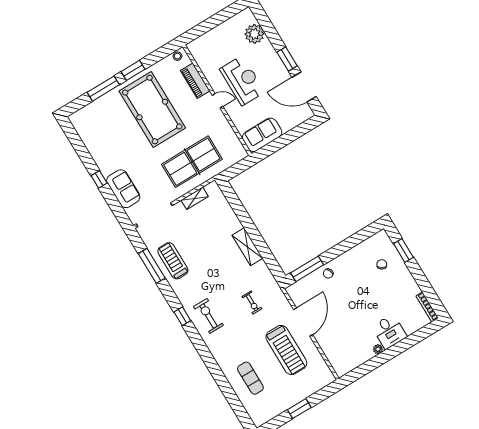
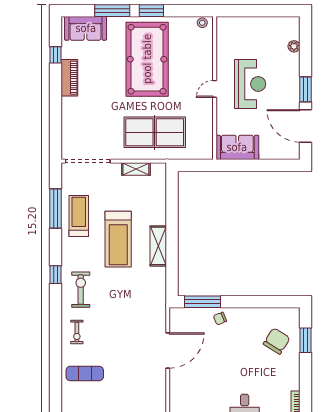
plant: (254, 34) -> (294, 46), width x0.53, depth x0.53
piano: (195, 81) -> (69, 78), moved, turned 180
door: (218, 101) -> (215, 89), swing flipped
window: (99, 179) -> (56, 55), moved
sofa: (123, 189) -> (86, 28), moved, turned 90
chair: (382, 264) -> (277, 341), width x1.87, depth x1.87
exercise bike: (252, 303) -> (77, 332), moved
treadmill: (286, 350) -> (118, 239), moved
exercise mat: (250, 378) -> (85, 373), turned 90

